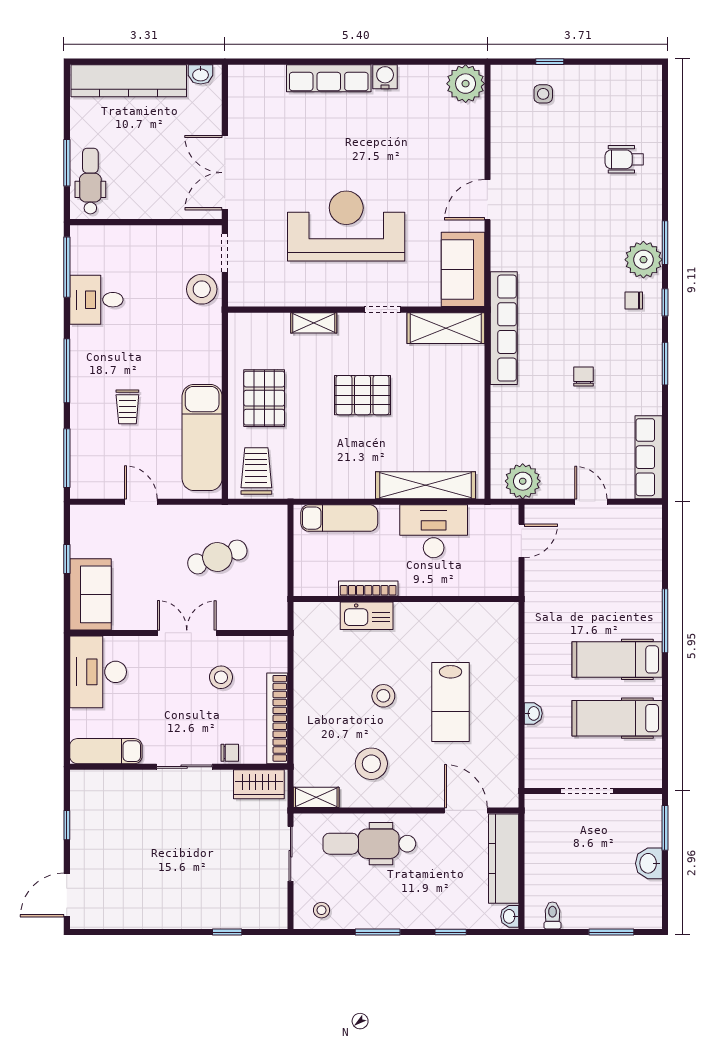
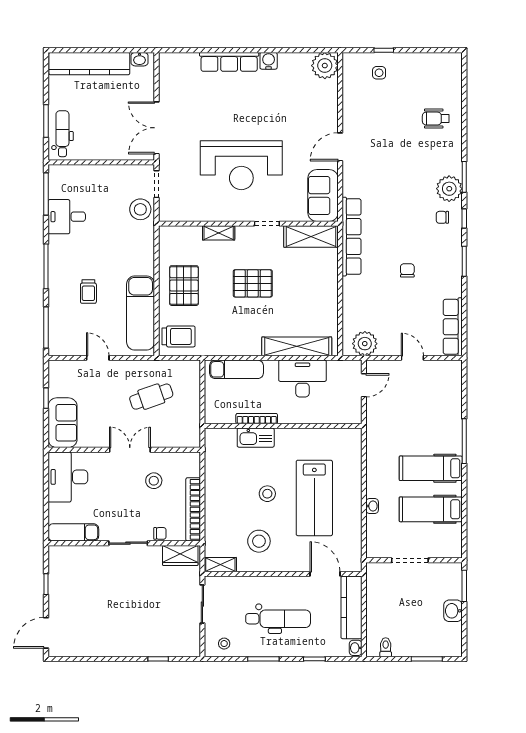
reception desk: (346, 226) -> (241, 165), turned 180
trolley: (256, 471) -> (179, 336), turned 90
lab bench: (451, 702) -> (314, 498), width x1.36, depth x1.39
dental chair: (369, 844) -> (278, 619), moved, turned 180

